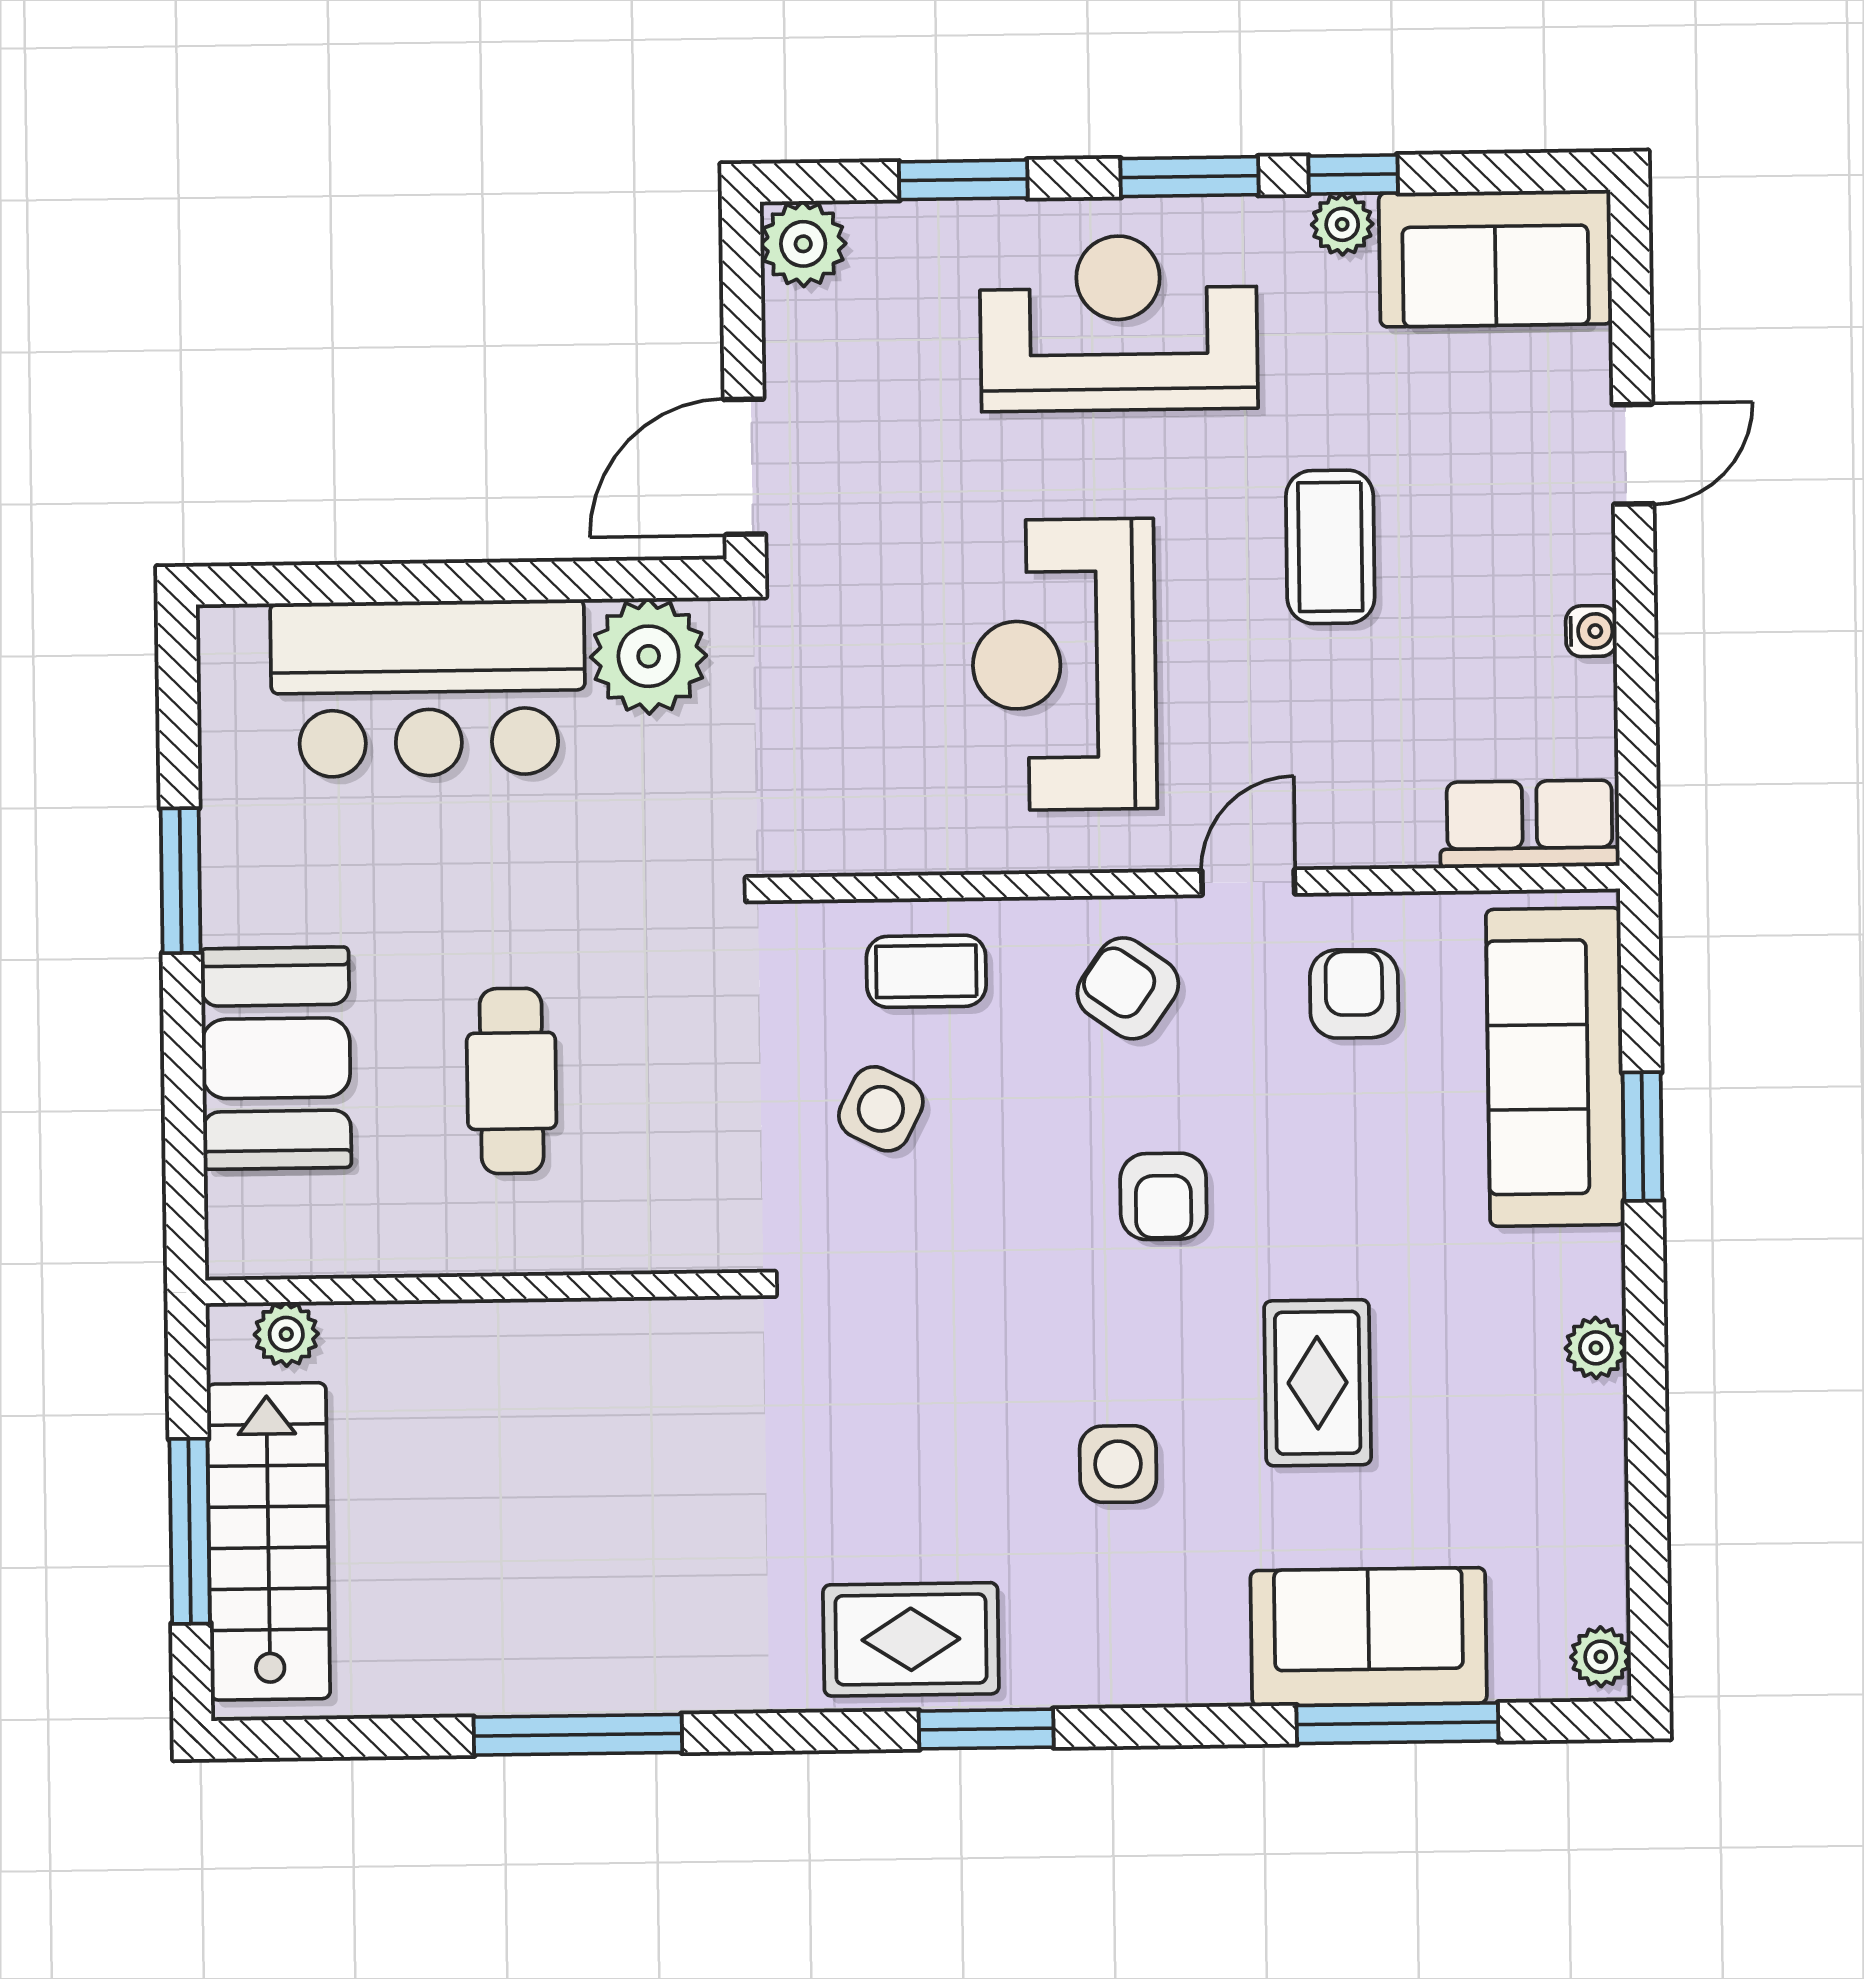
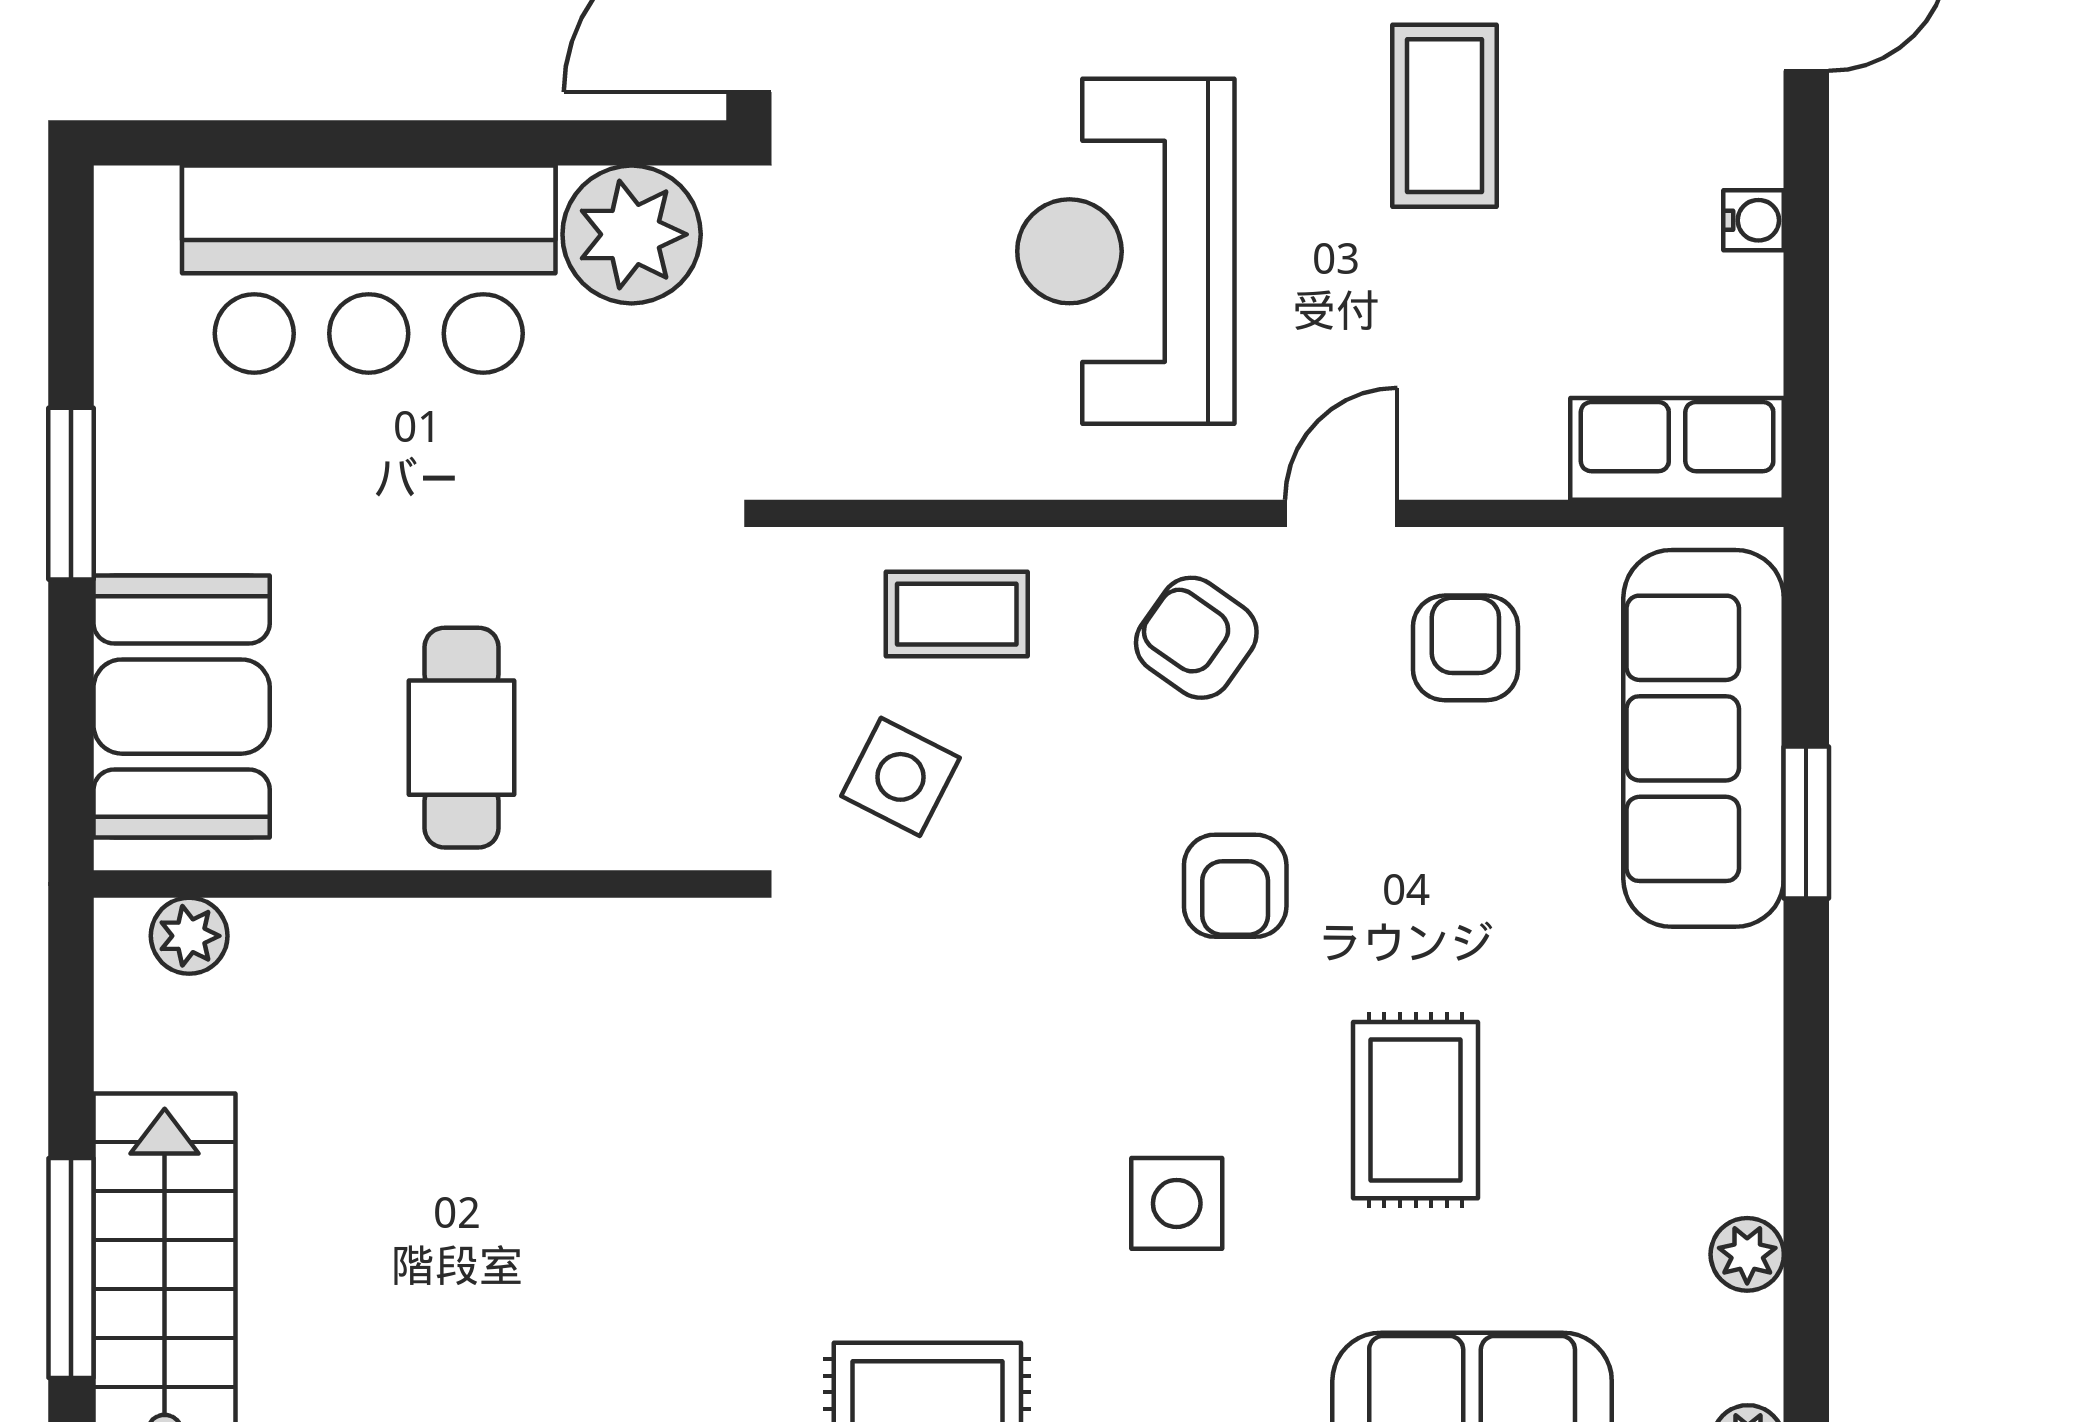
wall: (479, 1288) -> (419, 884), moved
plant: (286, 1334) -> (189, 936), moved
plant: (1596, 1348) -> (1747, 1254), moved

